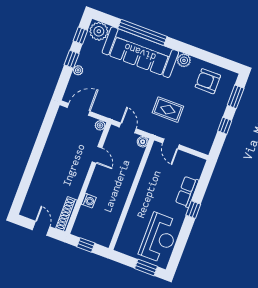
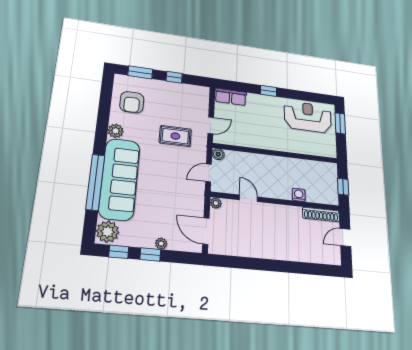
rug: (168, 110) -> (175, 136), turned 90
door: (97, 155) -> (248, 198), hinge flipped
row of seats: (187, 192) -> (231, 97), moved

